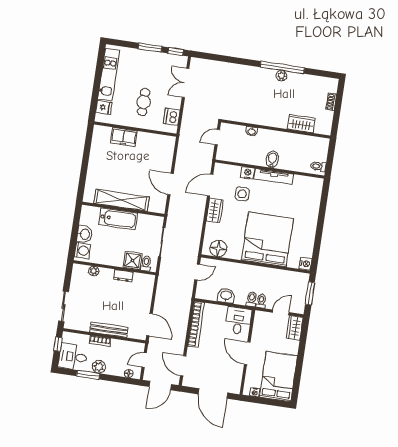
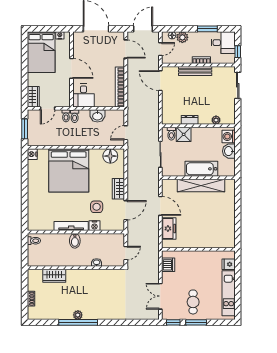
double door: (186, 83) -> (160, 296), swing flipped
cafe table: (144, 102) -> (193, 302), moved
freezer: (124, 137) -> (169, 228), moved, turned 90
plant: (99, 367) -> (182, 37), moved

